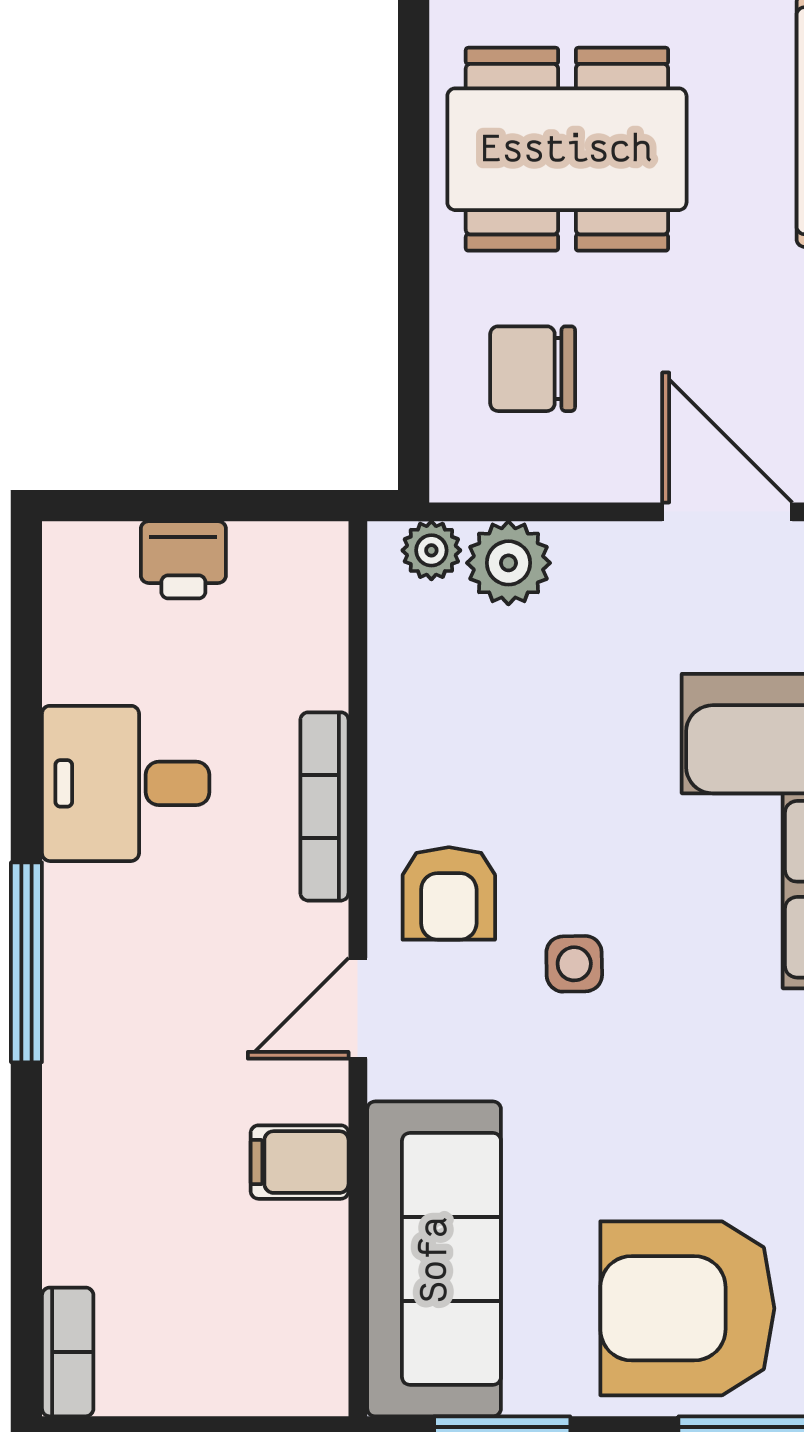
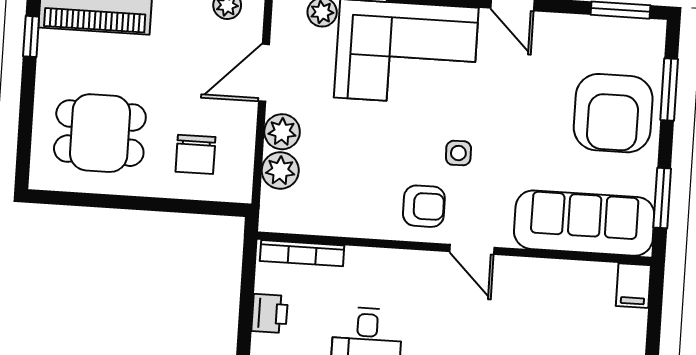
dining table: (567, 149) -> (100, 133), width x0.73
plant: (431, 550) -> (282, 132), moved, width x1.38, depth x1.38
bookcase: (324, 806) -> (302, 253), moved
filing cabinet: (300, 1162) -> (633, 286), moved

